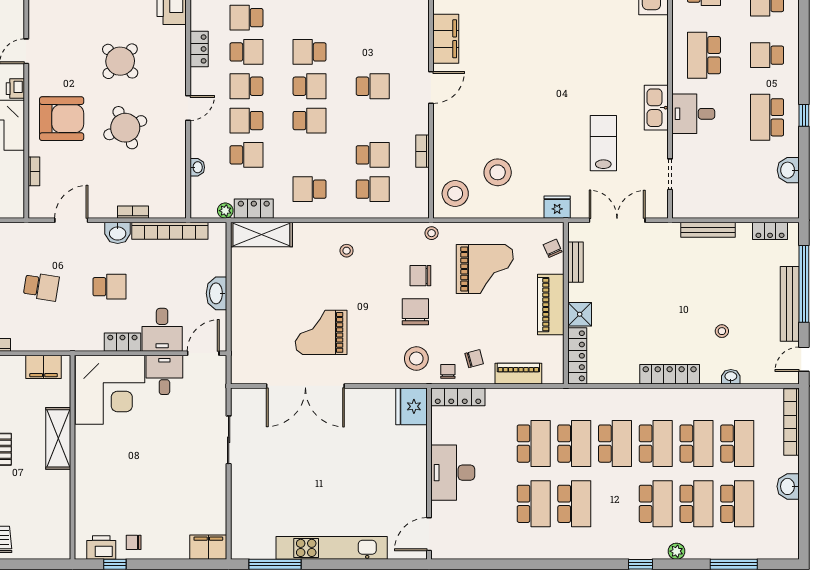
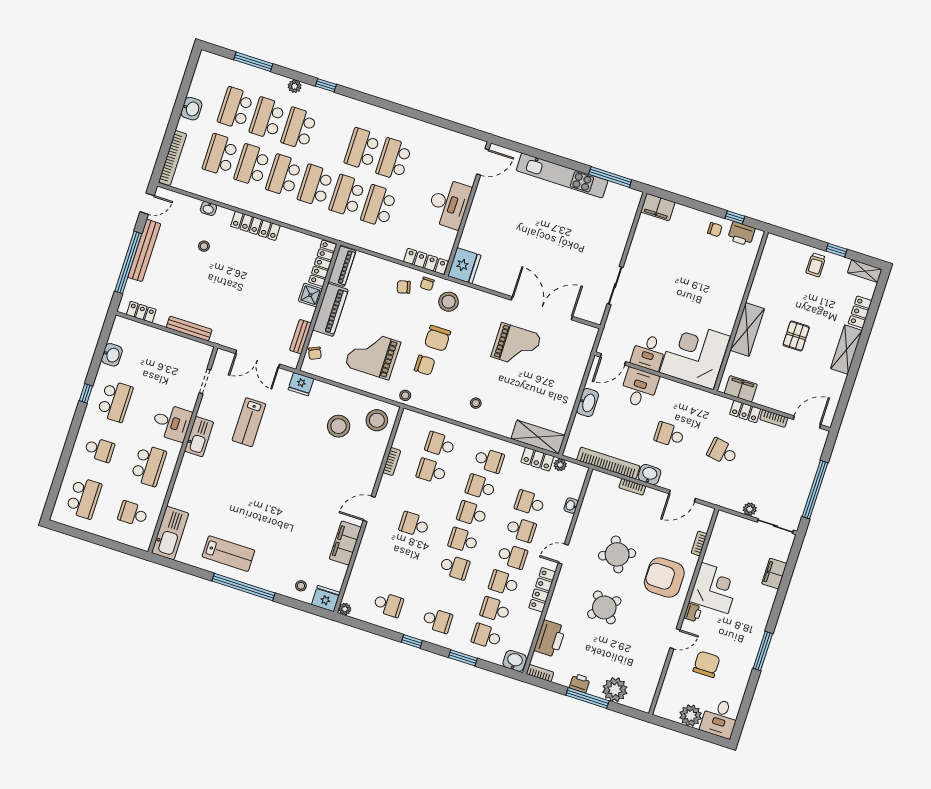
school desk: (246, 18) -> (495, 610), turned 180
locker: (199, 49) -> (542, 590), width x1.53
school desk: (310, 155) -> (480, 487), added
locker: (122, 342) -> (745, 412), moved
piano: (518, 374) -> (342, 266), moved, turned -90

